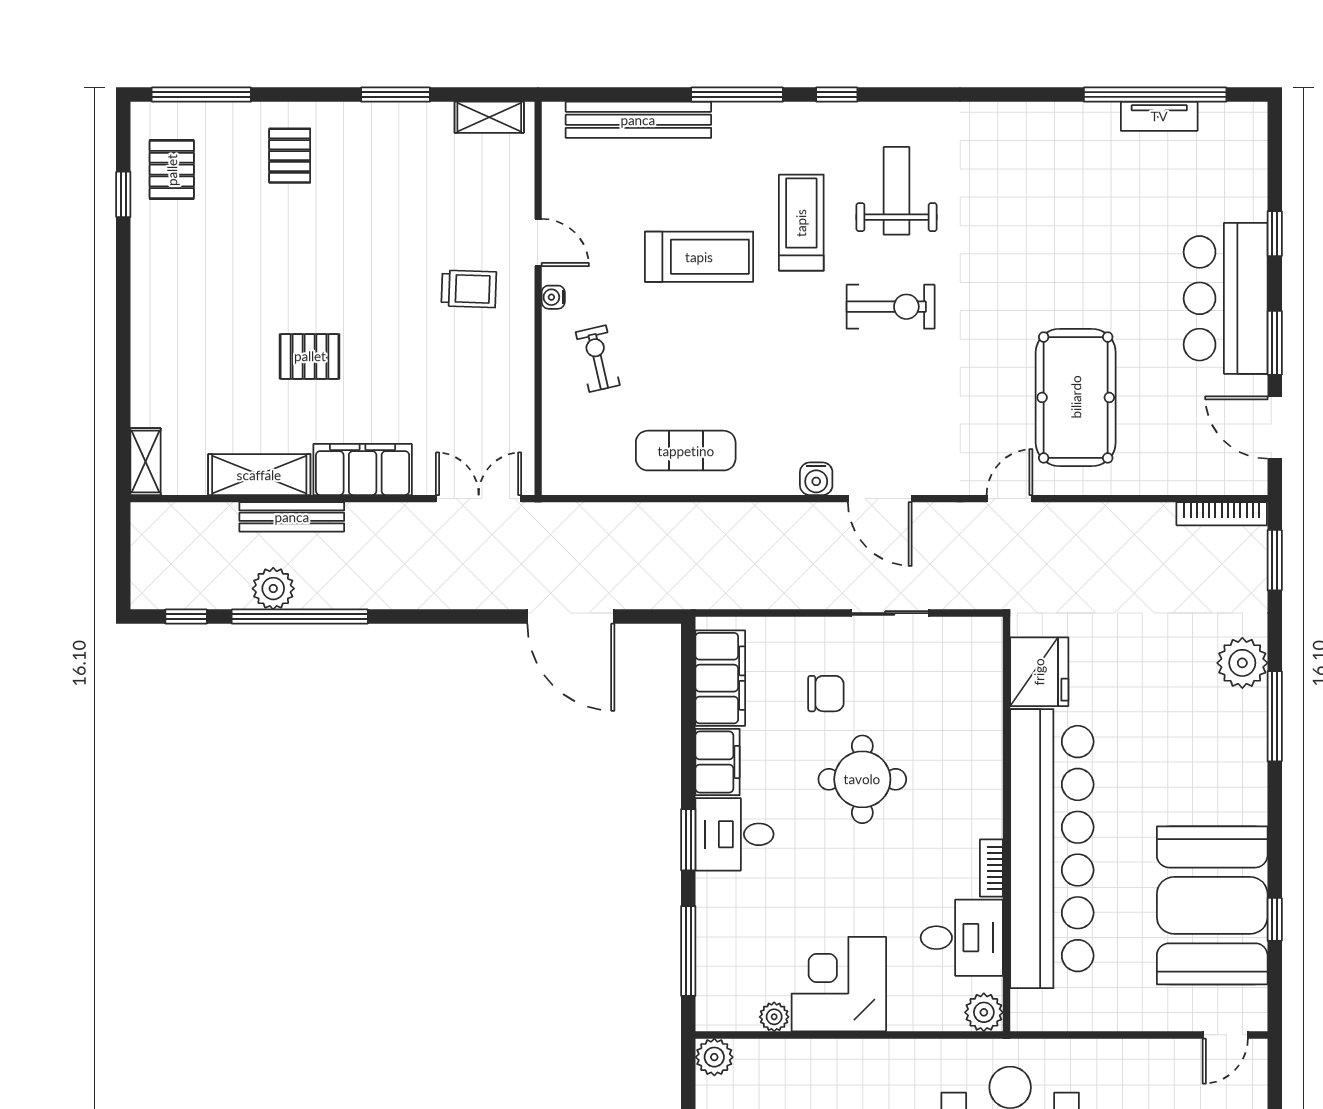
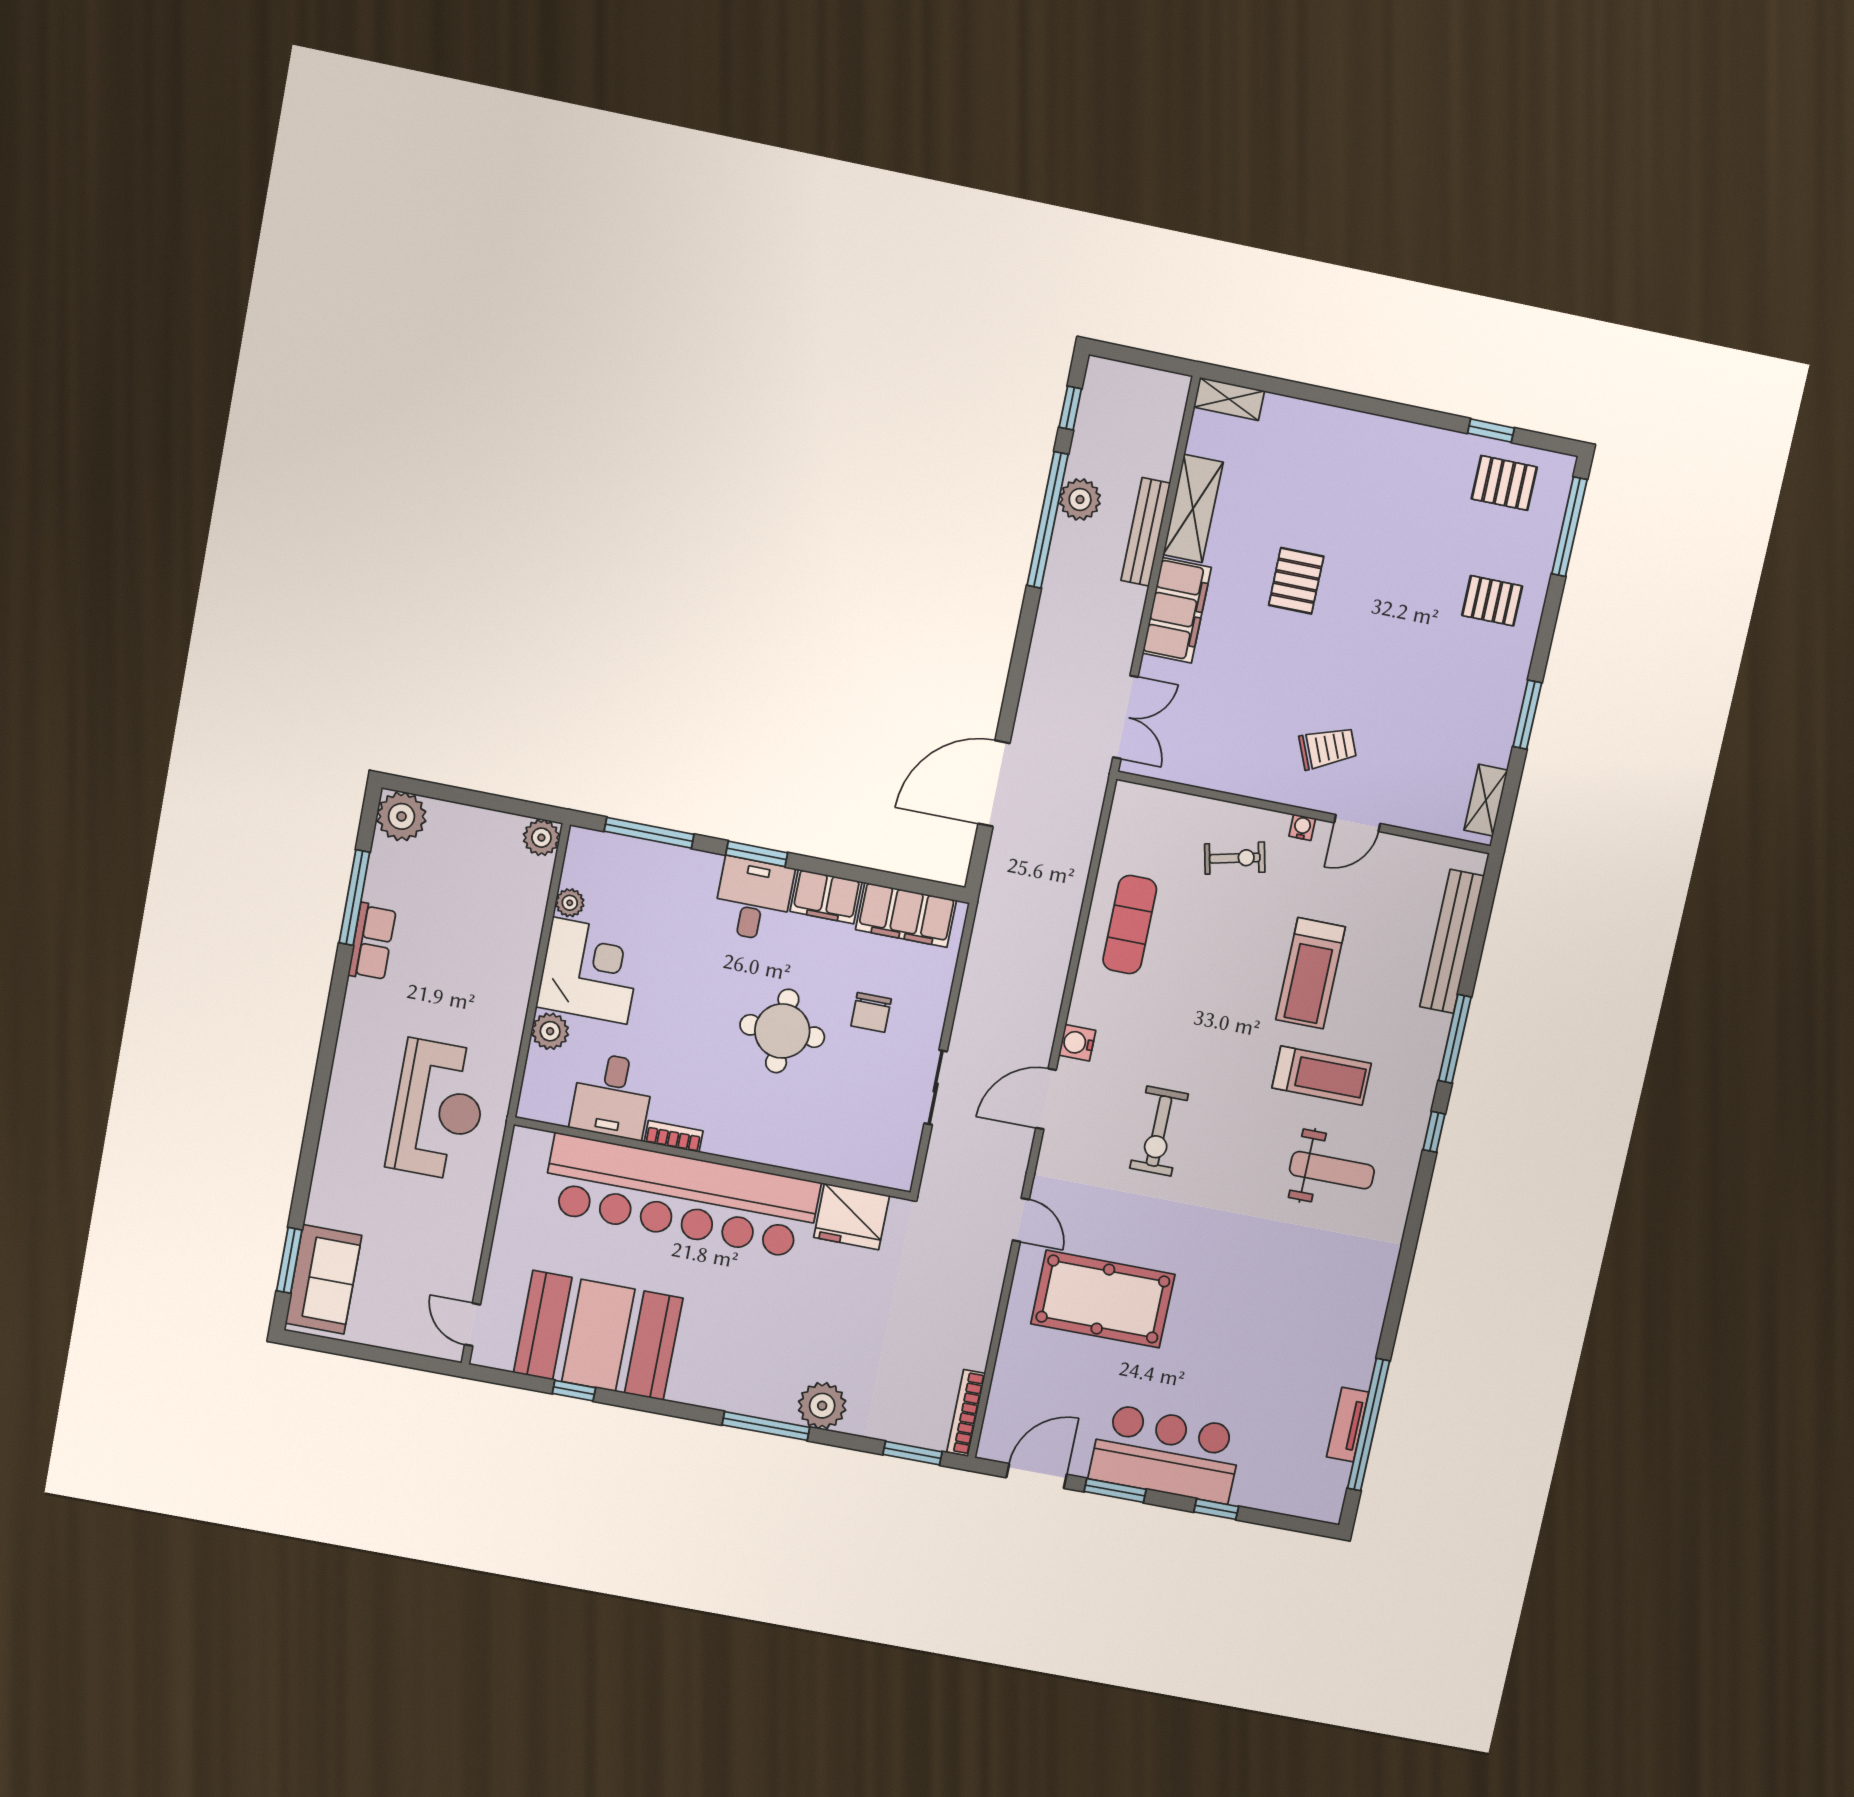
trolley: (469, 289) -> (1328, 748), turned -115
exercise bike: (891, 307) -> (1159, 1131), moved
plant: (984, 1012) -> (550, 1031), moved

